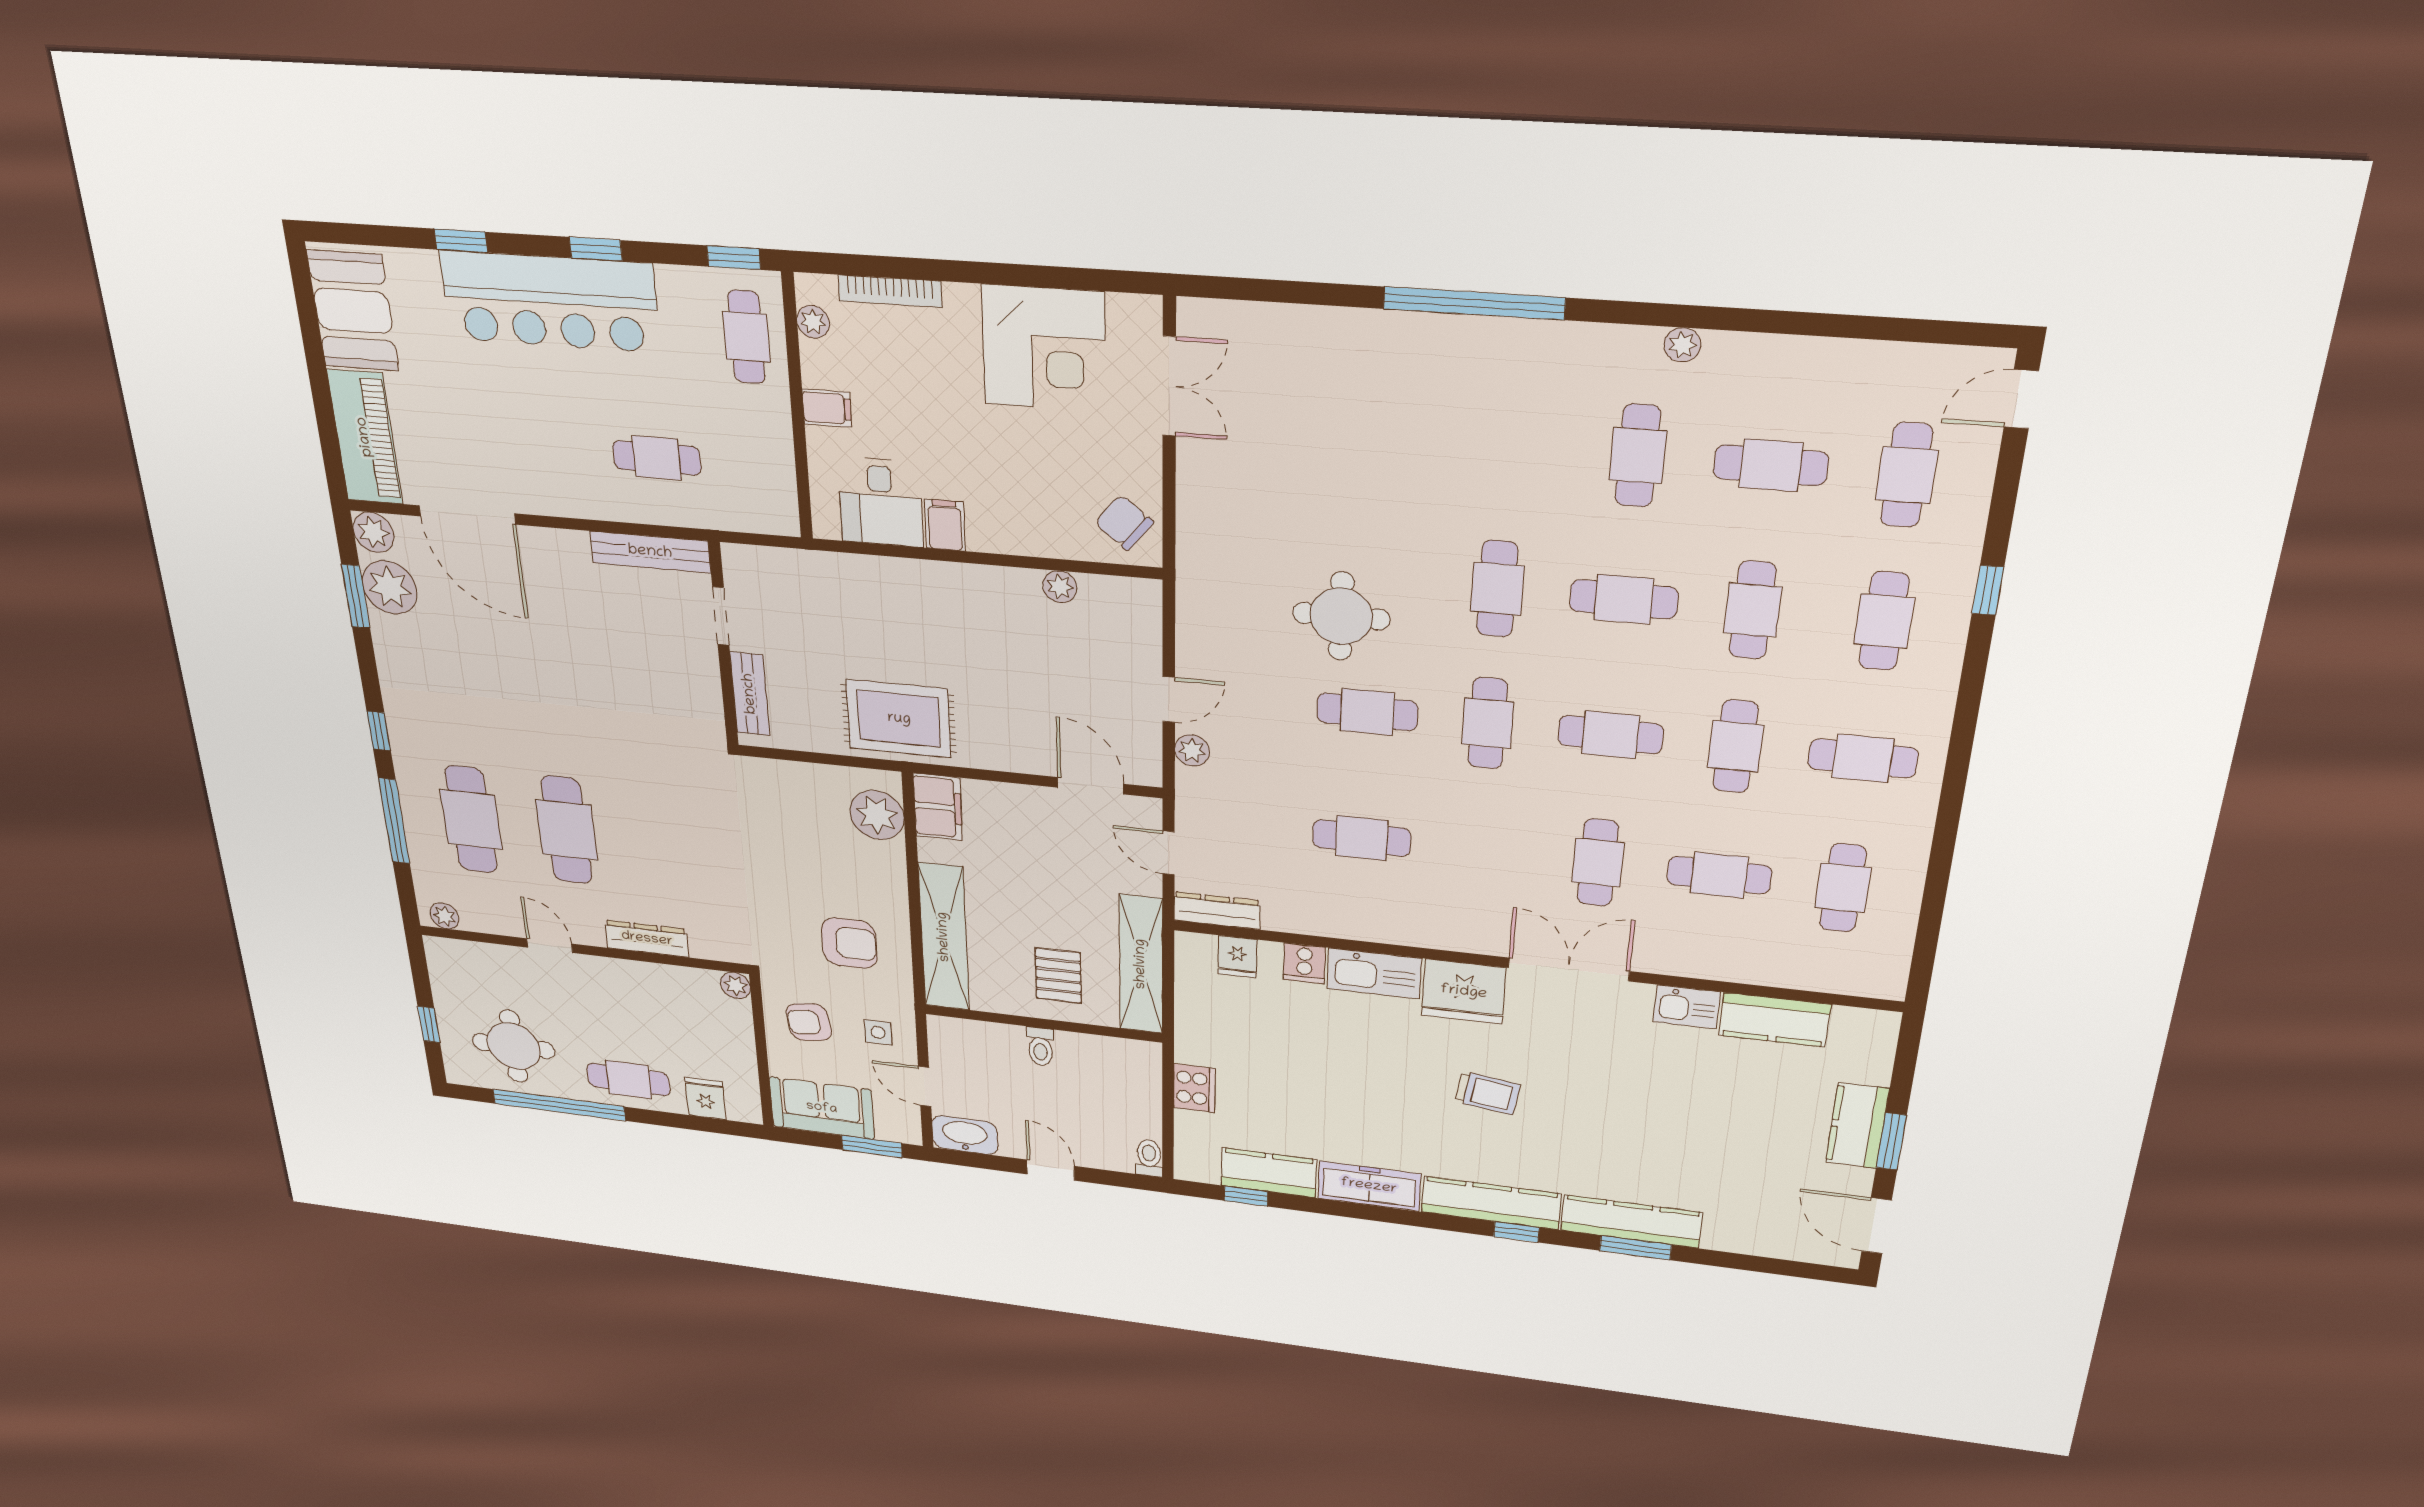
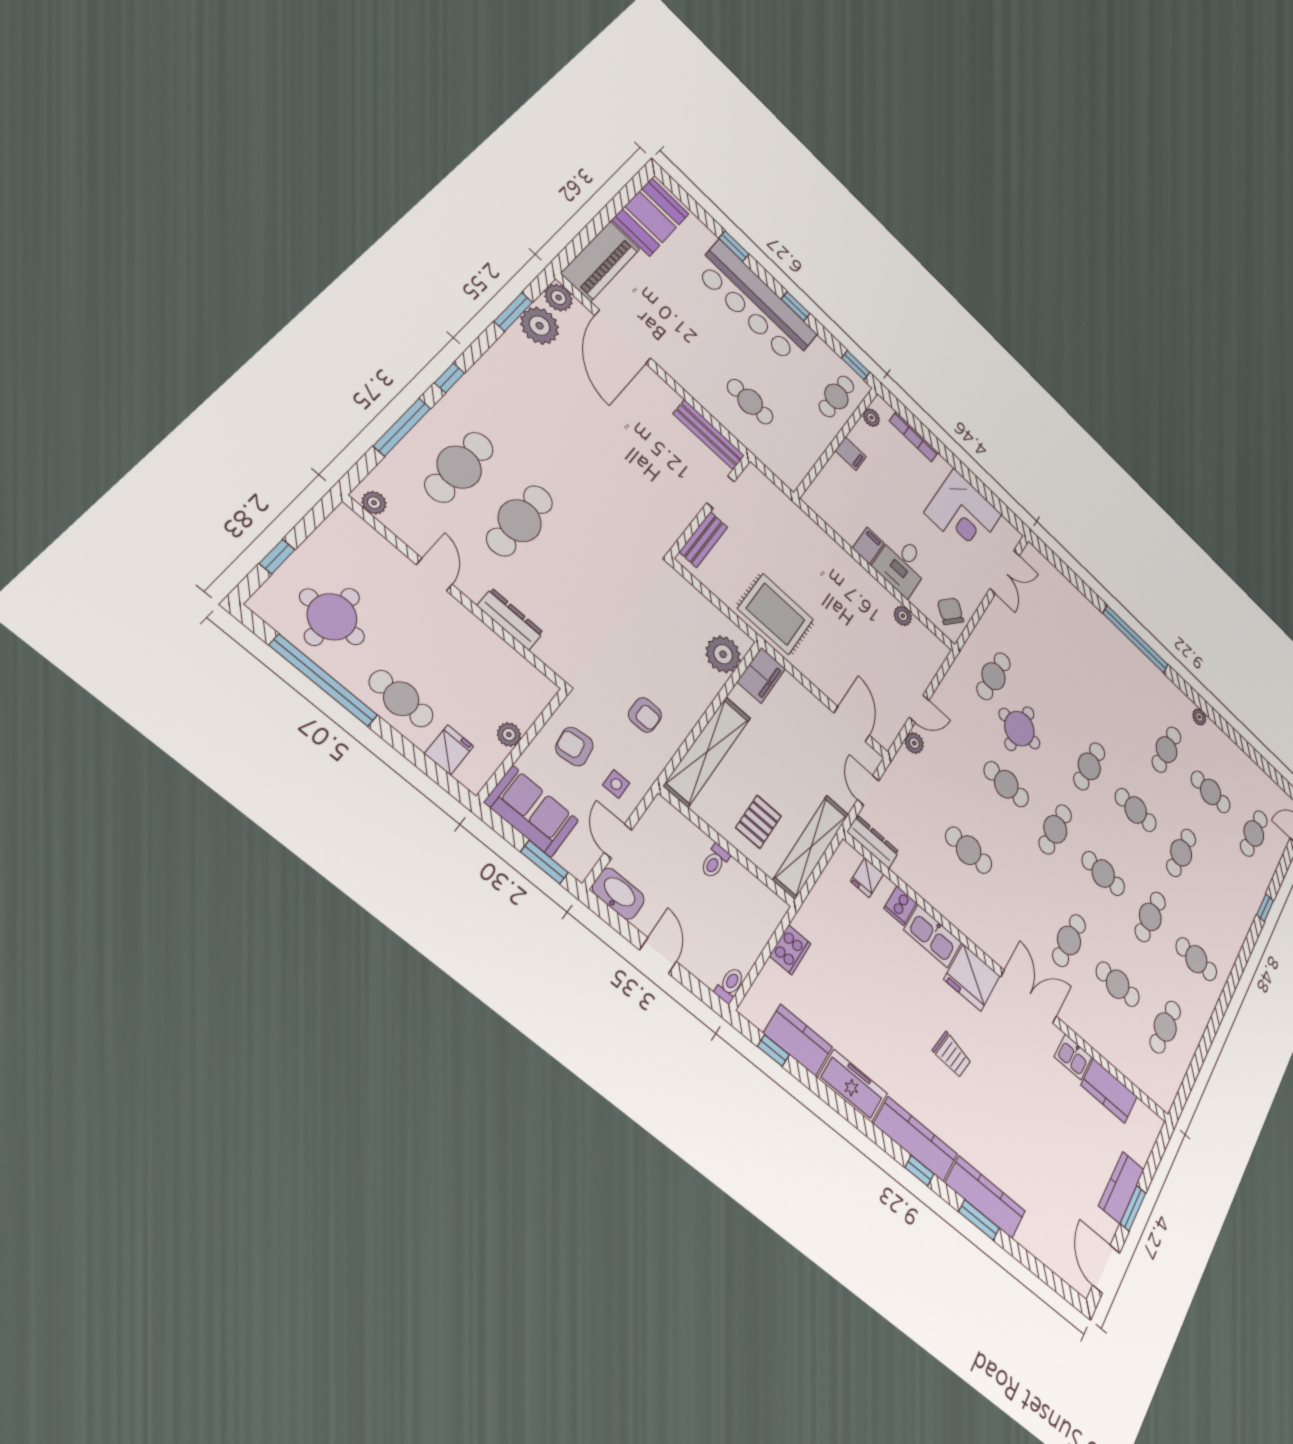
desk: (881, 502) -> (902, 564), moved
cafe table: (1884, 621) -> (994, 676), moved
armchair: (849, 943) -> (645, 715), width x0.72, depth x0.72
plant: (735, 985) -> (509, 735), moved

